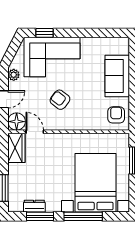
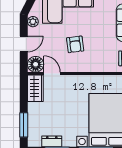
armchair: (60, 100) -> (75, 44), turned -135

